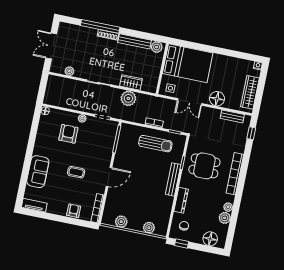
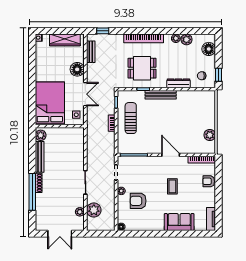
wardrobe: (131, 82) -> (78, 152), removed
plant: (128, 98) -> (94, 210), moved
dining table: (204, 166) -> (142, 68), turned 90
plant: (149, 228) -> (210, 108), removed

